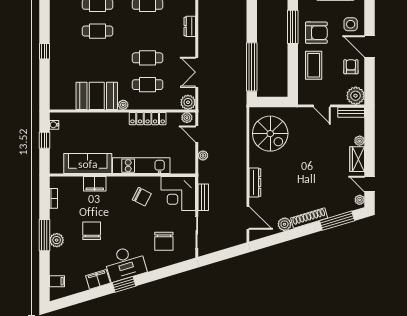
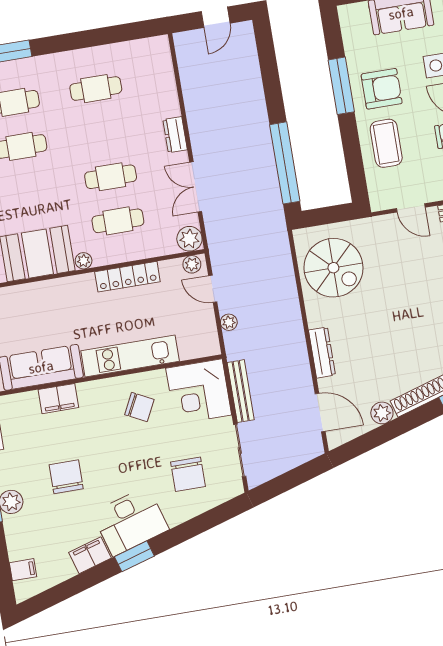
dresser: (190, 26) -> (175, 135), moved
bench: (203, 197) -> (241, 391), width x1.36

